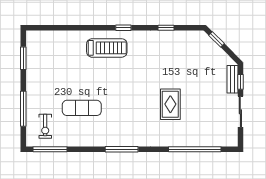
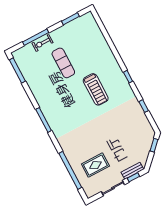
treadmill: (107, 48) -> (96, 89), moved
rug: (170, 104) -> (95, 165), moved
exercise mat: (82, 108) -> (63, 63), moved
exercise bike: (45, 126) -> (42, 43), moved

